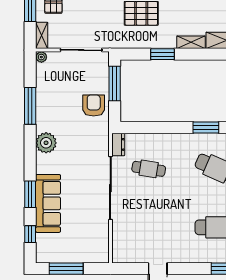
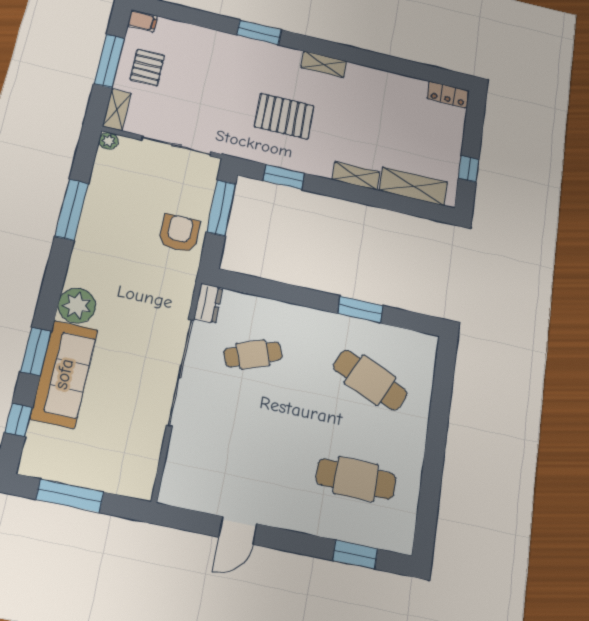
window: (163, 54) -> (284, 177), moved
plant: (46, 143) -> (77, 306), moved
cafe table: (149, 169) -> (253, 354), turned -30

